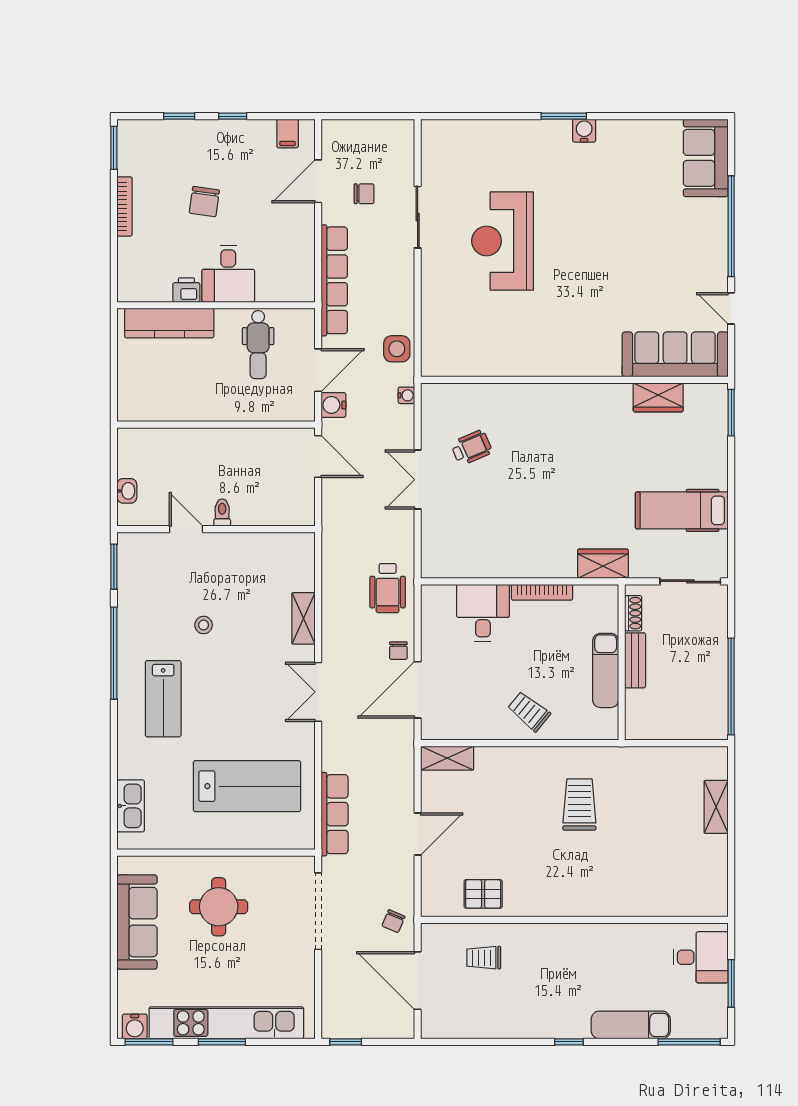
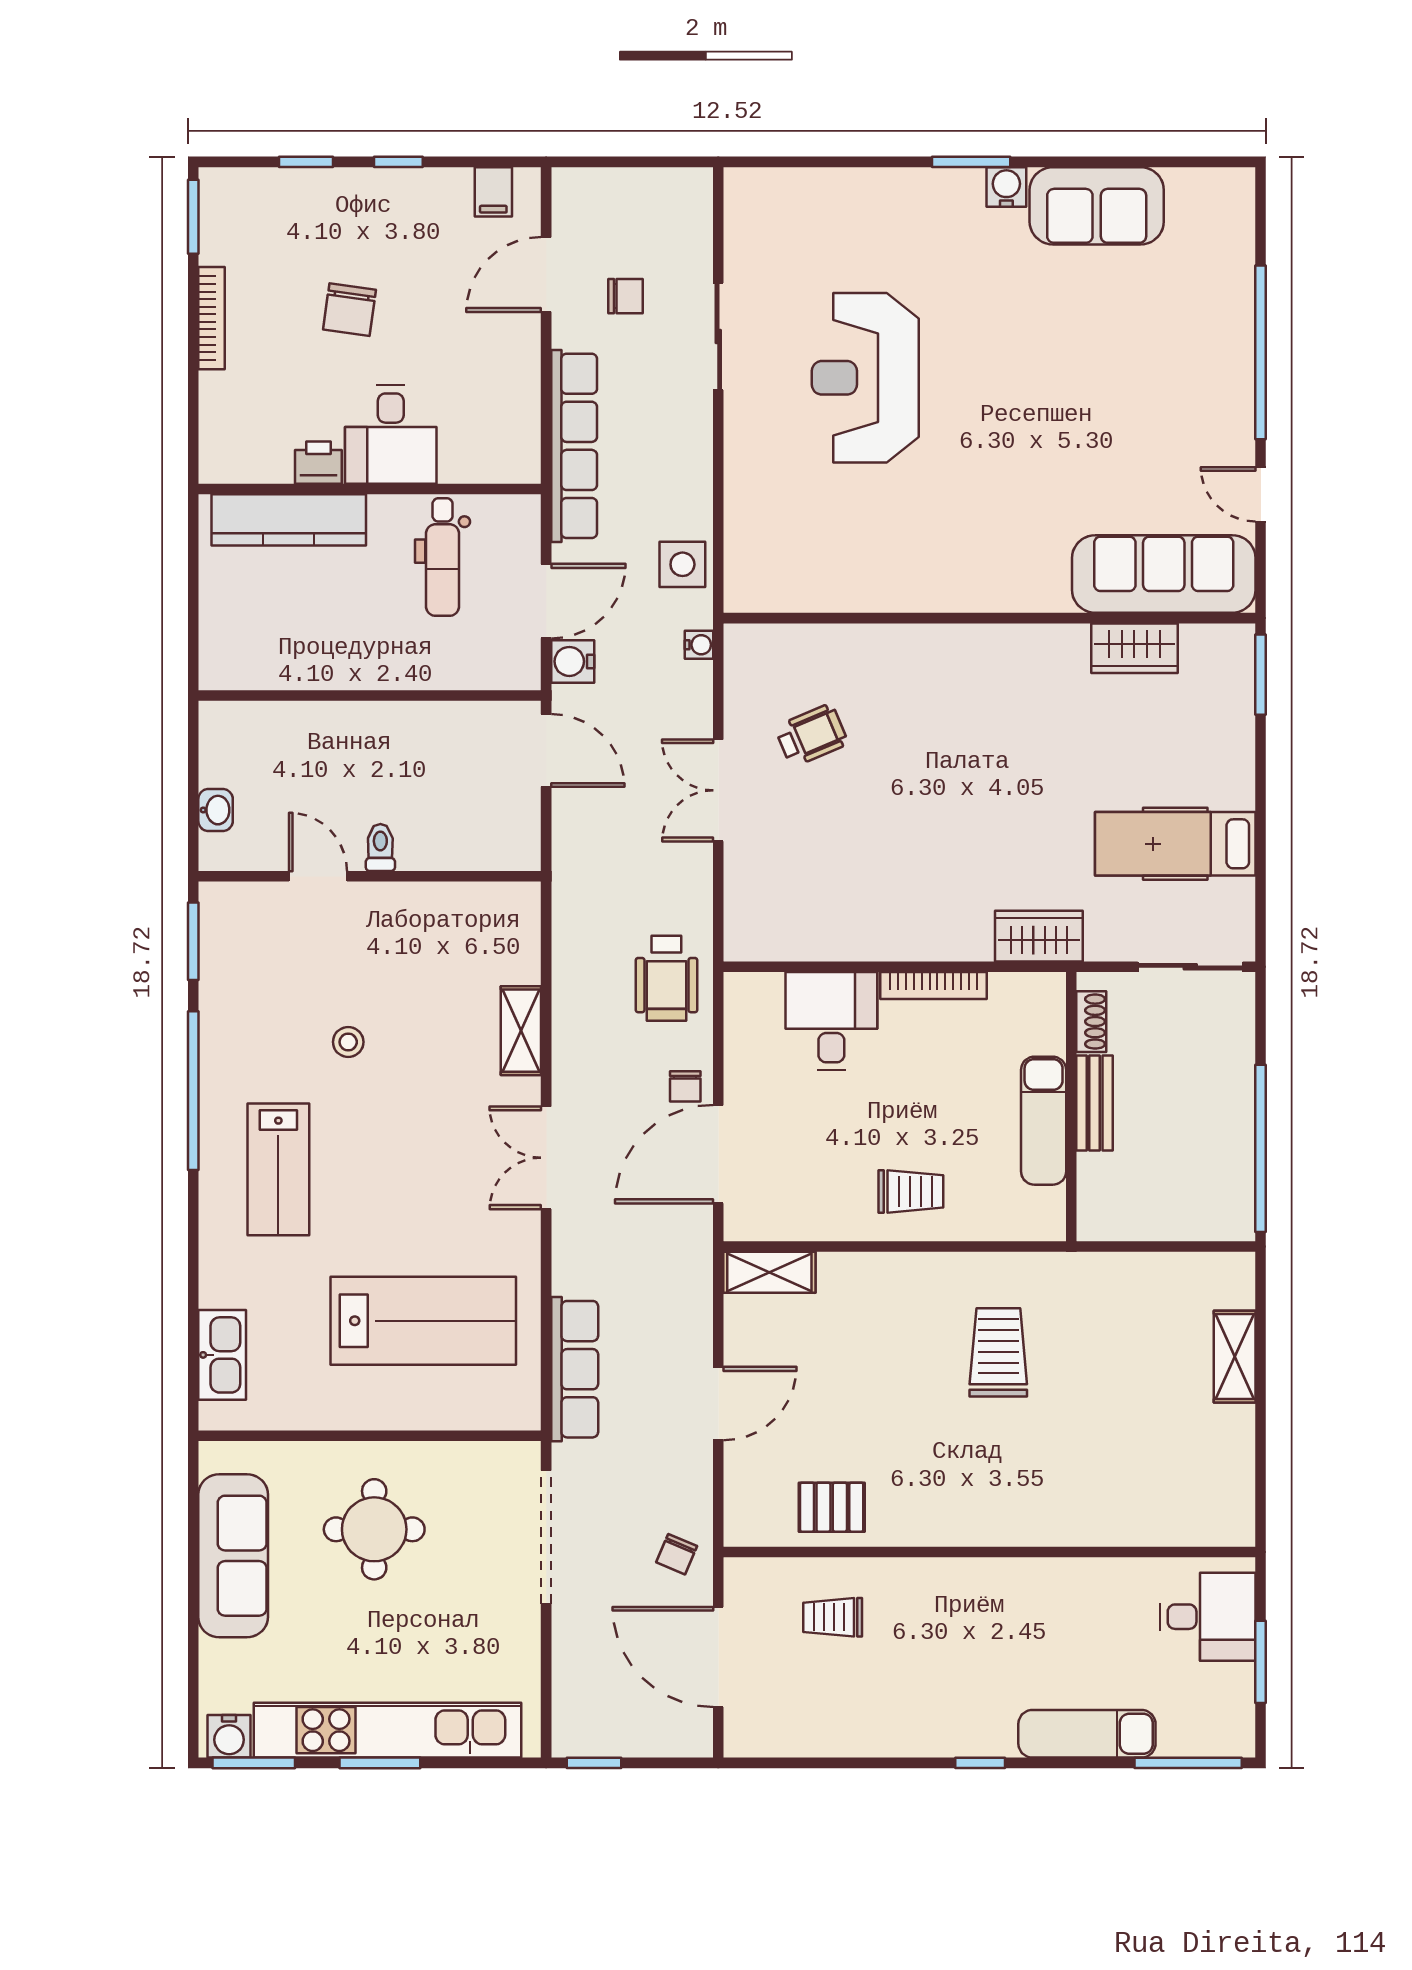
sofa: (706, 158) -> (1097, 206), moved, turned -90
trolley: (529, 711) -> (911, 1191), turned 141

